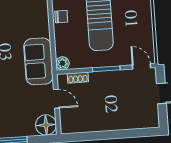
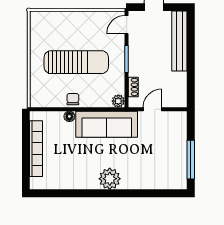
sofa: (38, 61) -> (107, 124), width x1.36
bench: (128, 122) -> (179, 41), added
floor lamp: (46, 125) -> (69, 116), moved, width x0.53, depth x0.53

